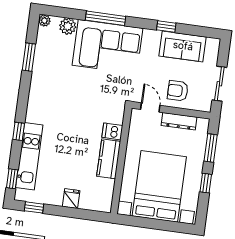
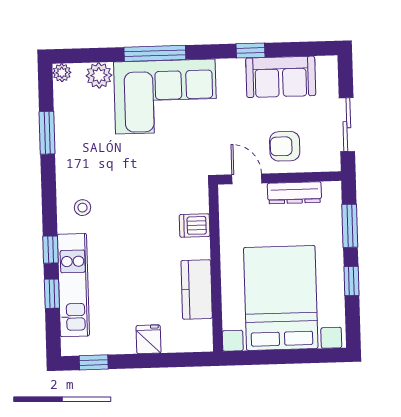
stool: (43, 108) -> (82, 208), added
kitchen counter: (109, 159) -> (197, 289), moved
window: (12, 179) -> (52, 294), moved

